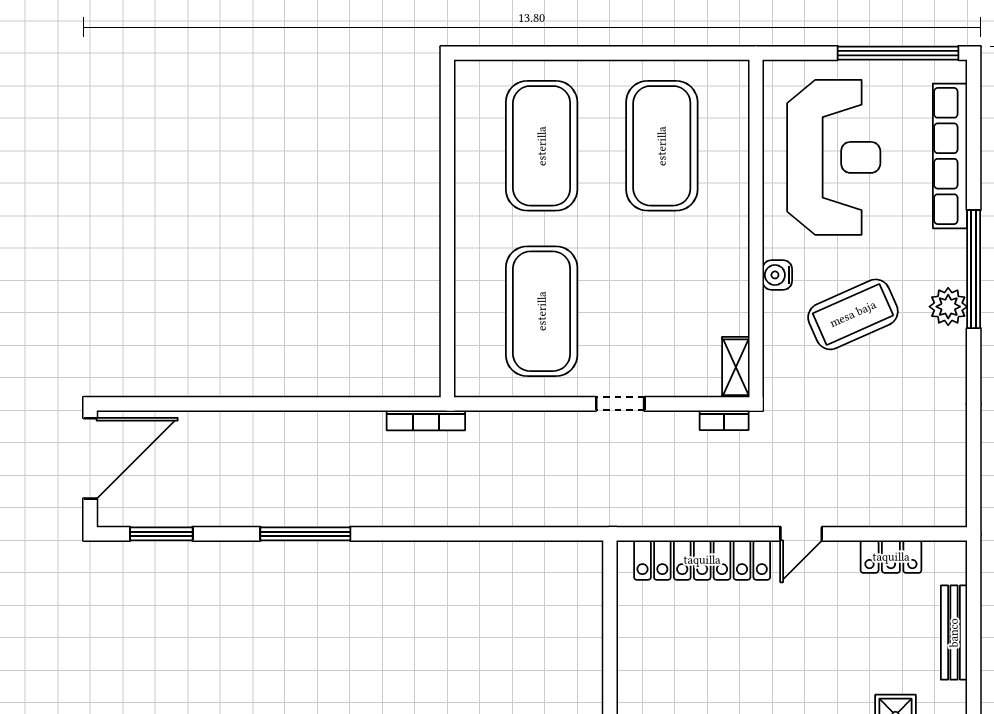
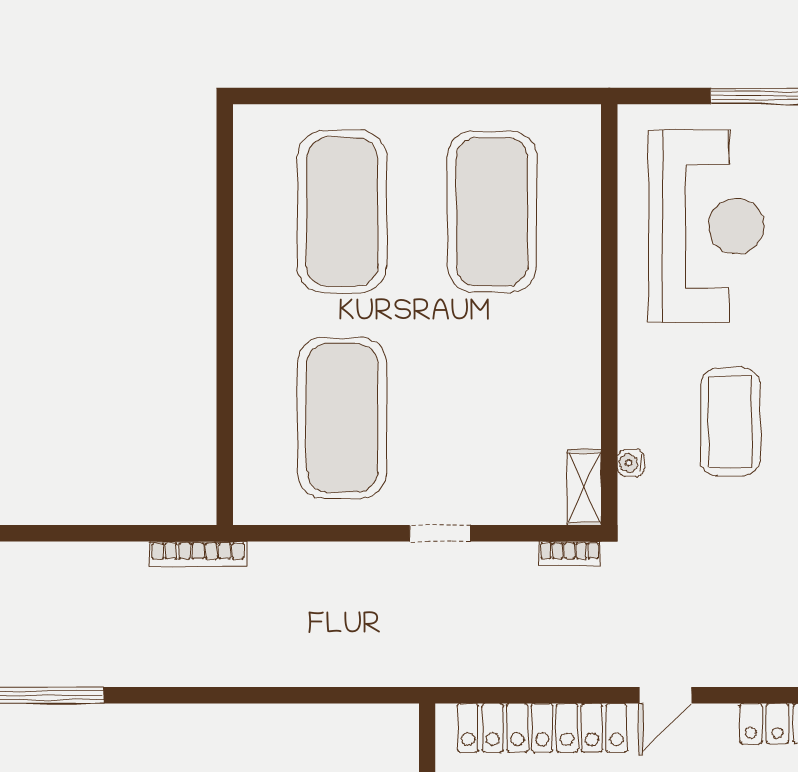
water cooler: (777, 275) -> (631, 463), moved, width x0.72, depth x0.72
coffee table: (853, 314) -> (730, 422), turned -66

